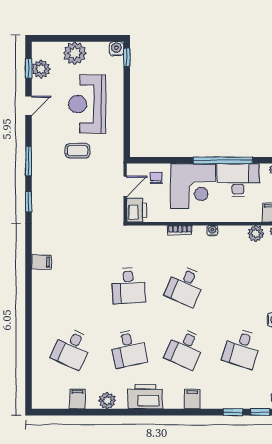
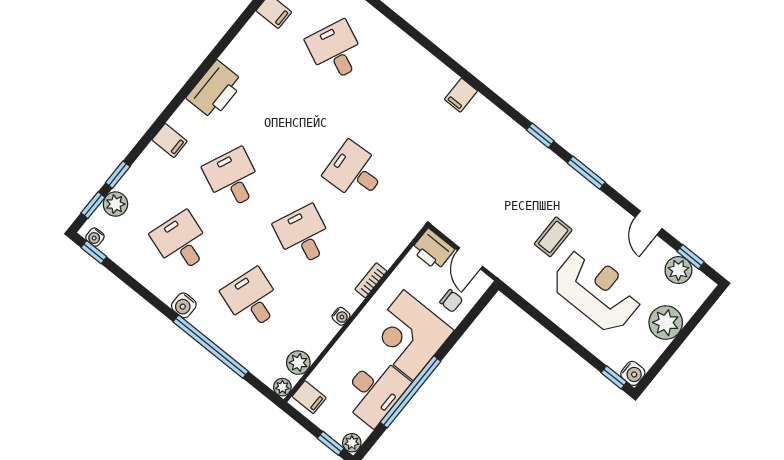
desk: (129, 348) -> (252, 299), moved, turned 30
plant: (107, 401) -> (115, 204), moved

